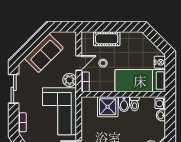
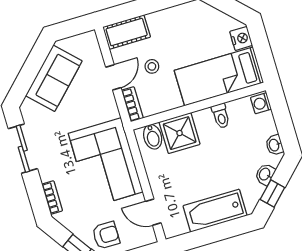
cot: (107, 39) -> (127, 32), moved
plant: (70, 80) -> (107, 109), removed
bidet: (124, 104) -> (153, 137), moved
washbasin: (161, 115) -> (274, 145), moved

